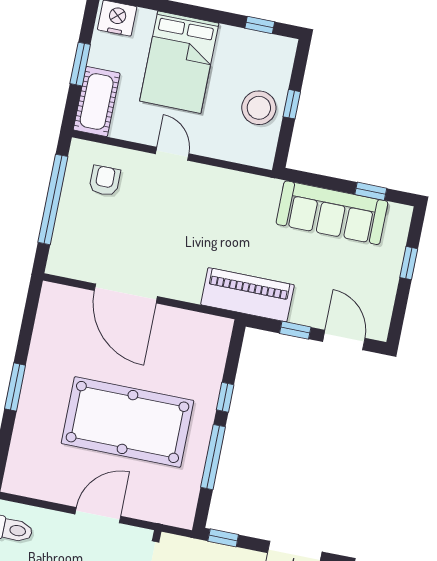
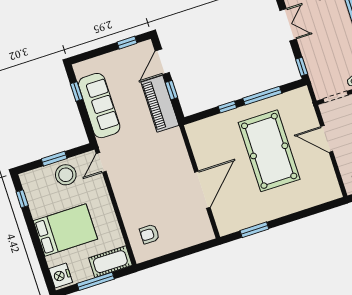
window: (80, 64) -> (96, 281), width x1.44
window: (292, 104) -> (54, 159), width x1.50
door: (172, 154) -> (101, 162), moved
window: (53, 199) -> (175, 256), removed
window: (409, 263) -> (127, 43), moved
piano: (247, 295) -> (160, 104), moved
window: (15, 387) -> (254, 230), moved

